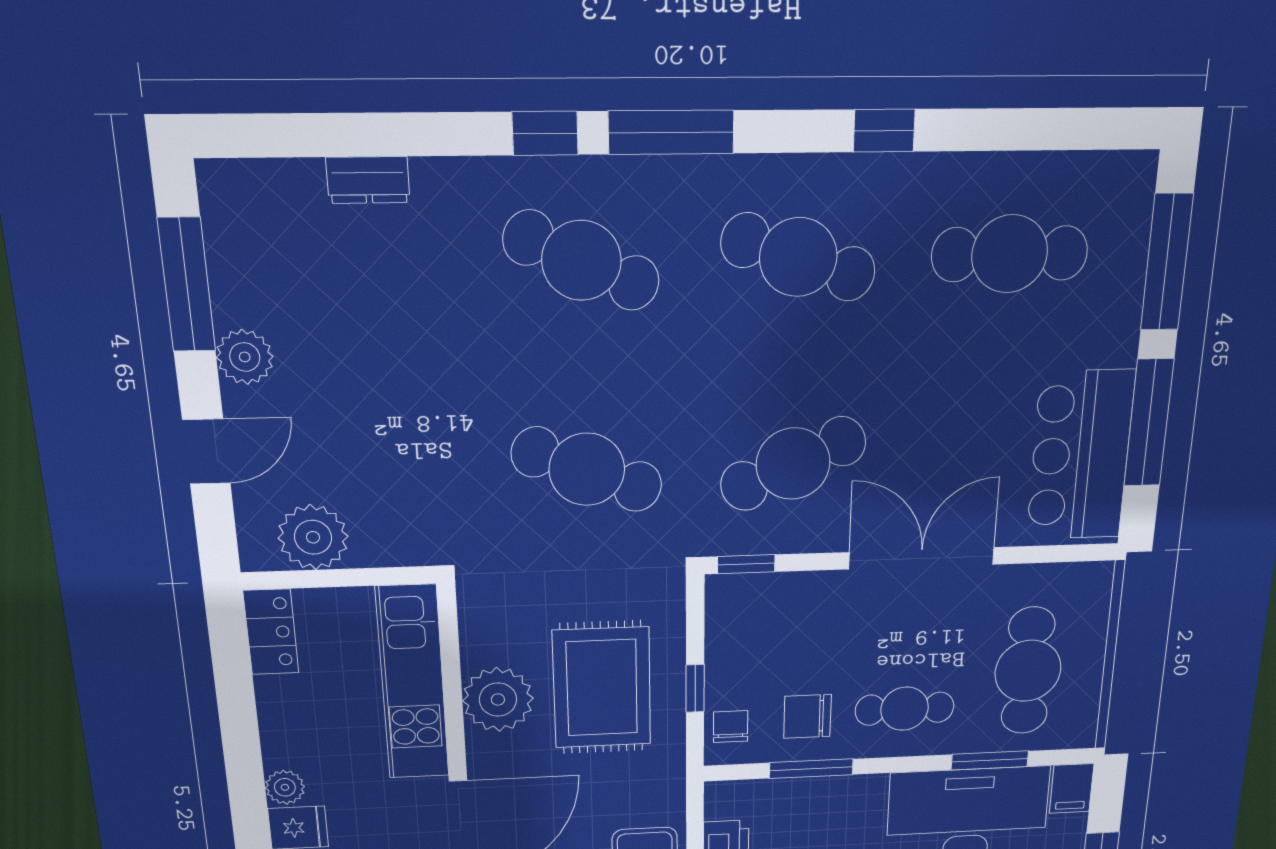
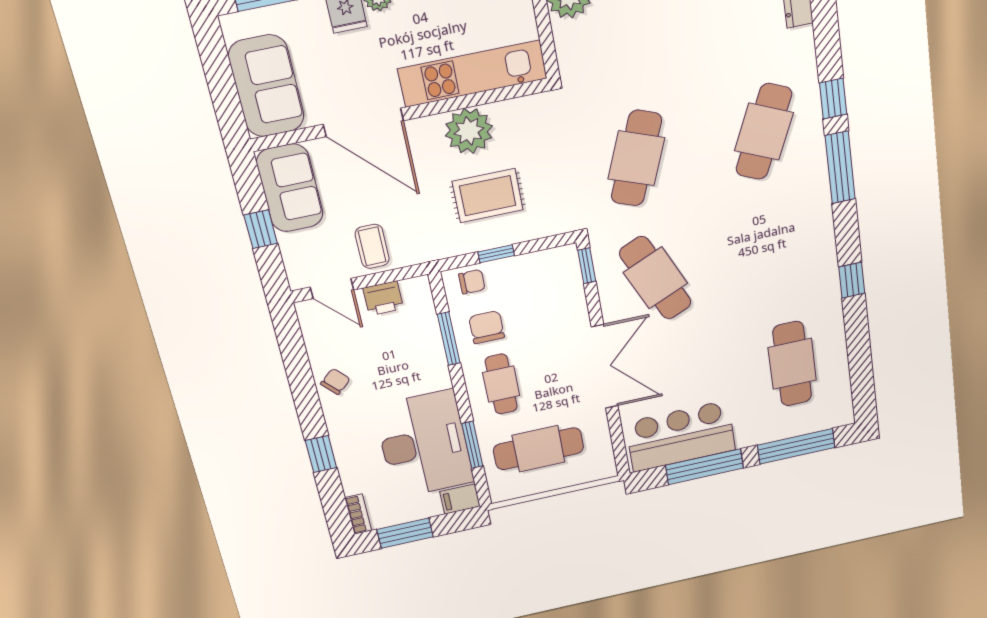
cafe table: (798, 257) -> (778, 252), removed
rug: (602, 688) -> (488, 196), width x0.73, depth x0.70

